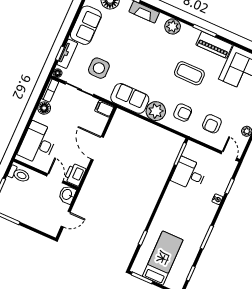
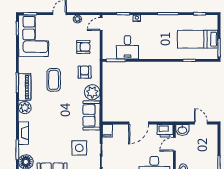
piano: (214, 45) -> (25, 87), moved

